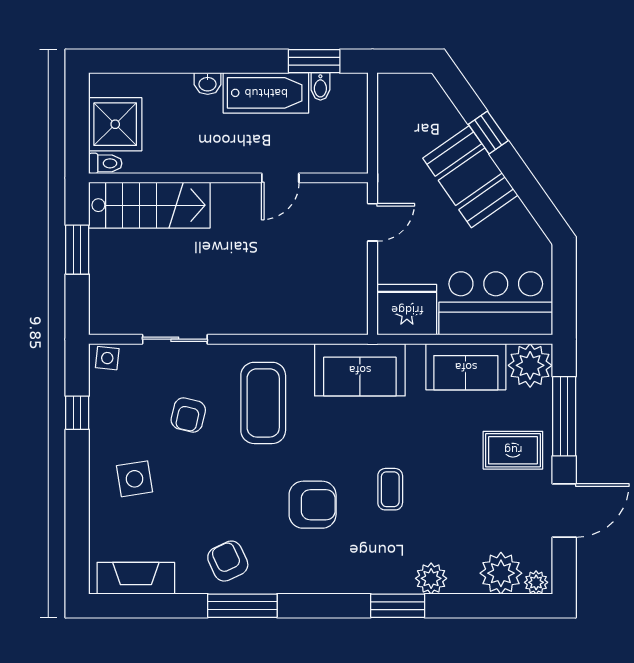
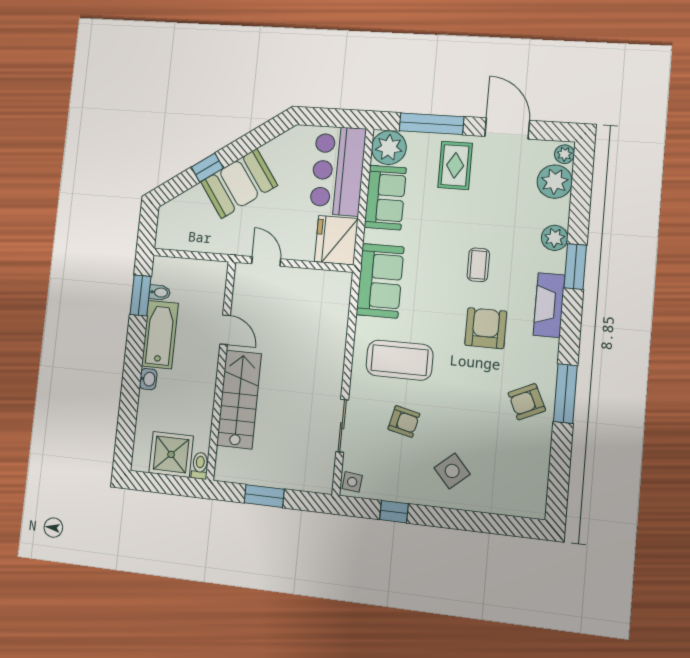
stairs: (149, 205) -> (239, 399), moved
side table: (135, 479) -> (452, 471), turned -32
coffee table: (390, 489) -> (478, 265), turned 90
fireplace: (136, 578) -> (549, 305), moved

